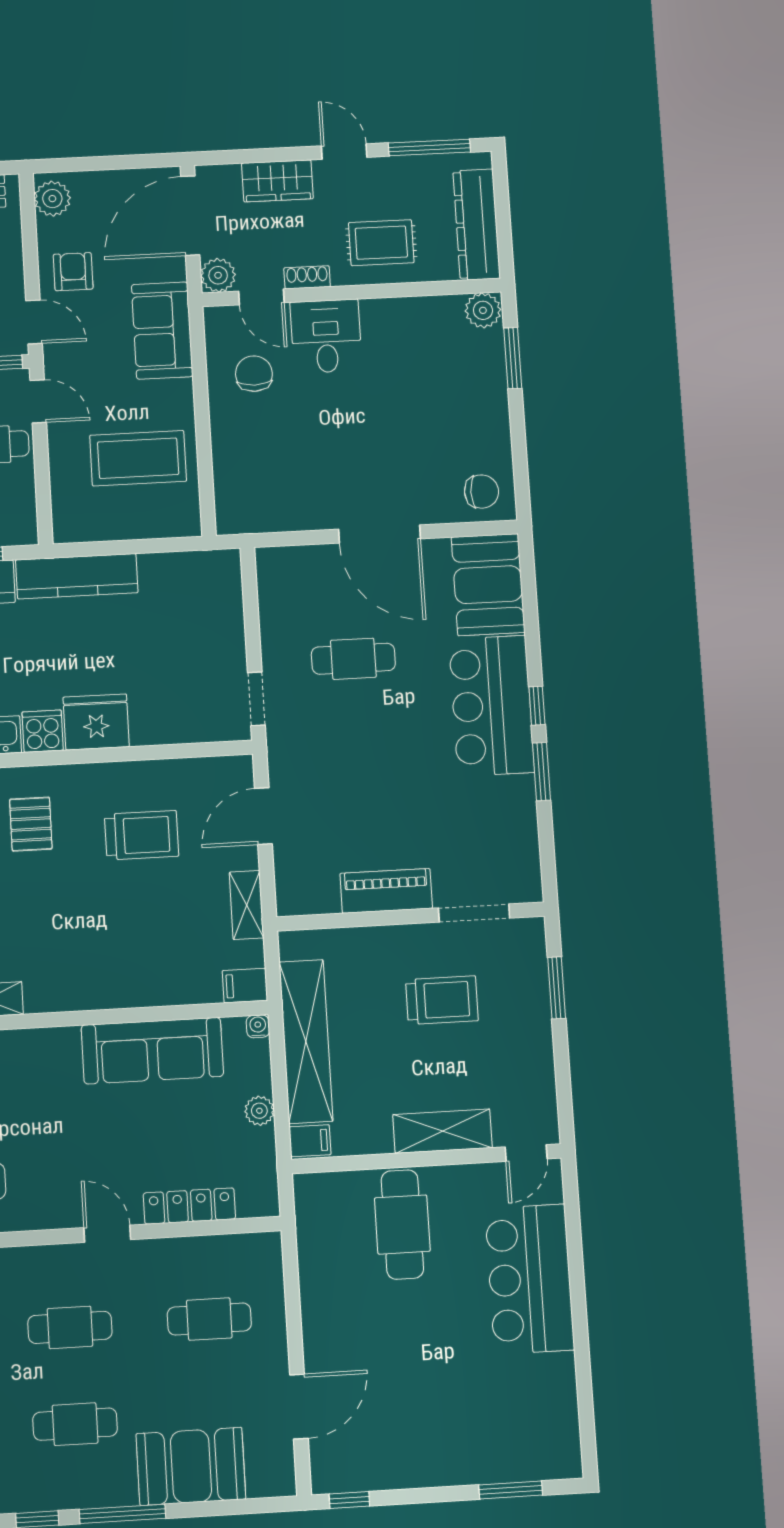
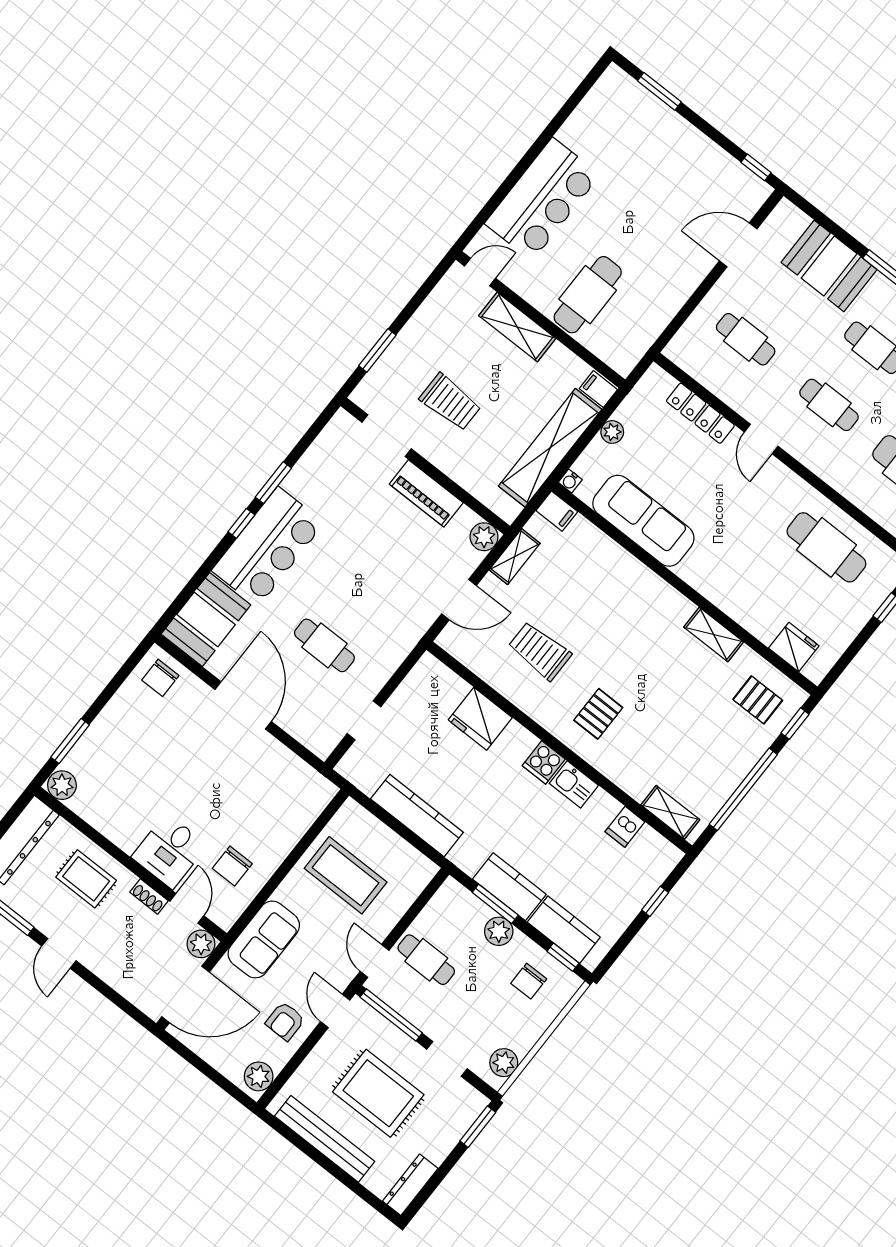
wardrobe: (277, 181) -> (115, 970), removed
chair: (481, 492) -> (160, 678), turned -90
kitchen counter: (77, 576) -> (417, 816), moved
doorway: (256, 699) -> (364, 720), moved
fridge: (96, 722) -> (480, 719), moved
plant: (293, 898) -> (484, 537), added
trolley: (442, 1000) -> (450, 402), turned 180

